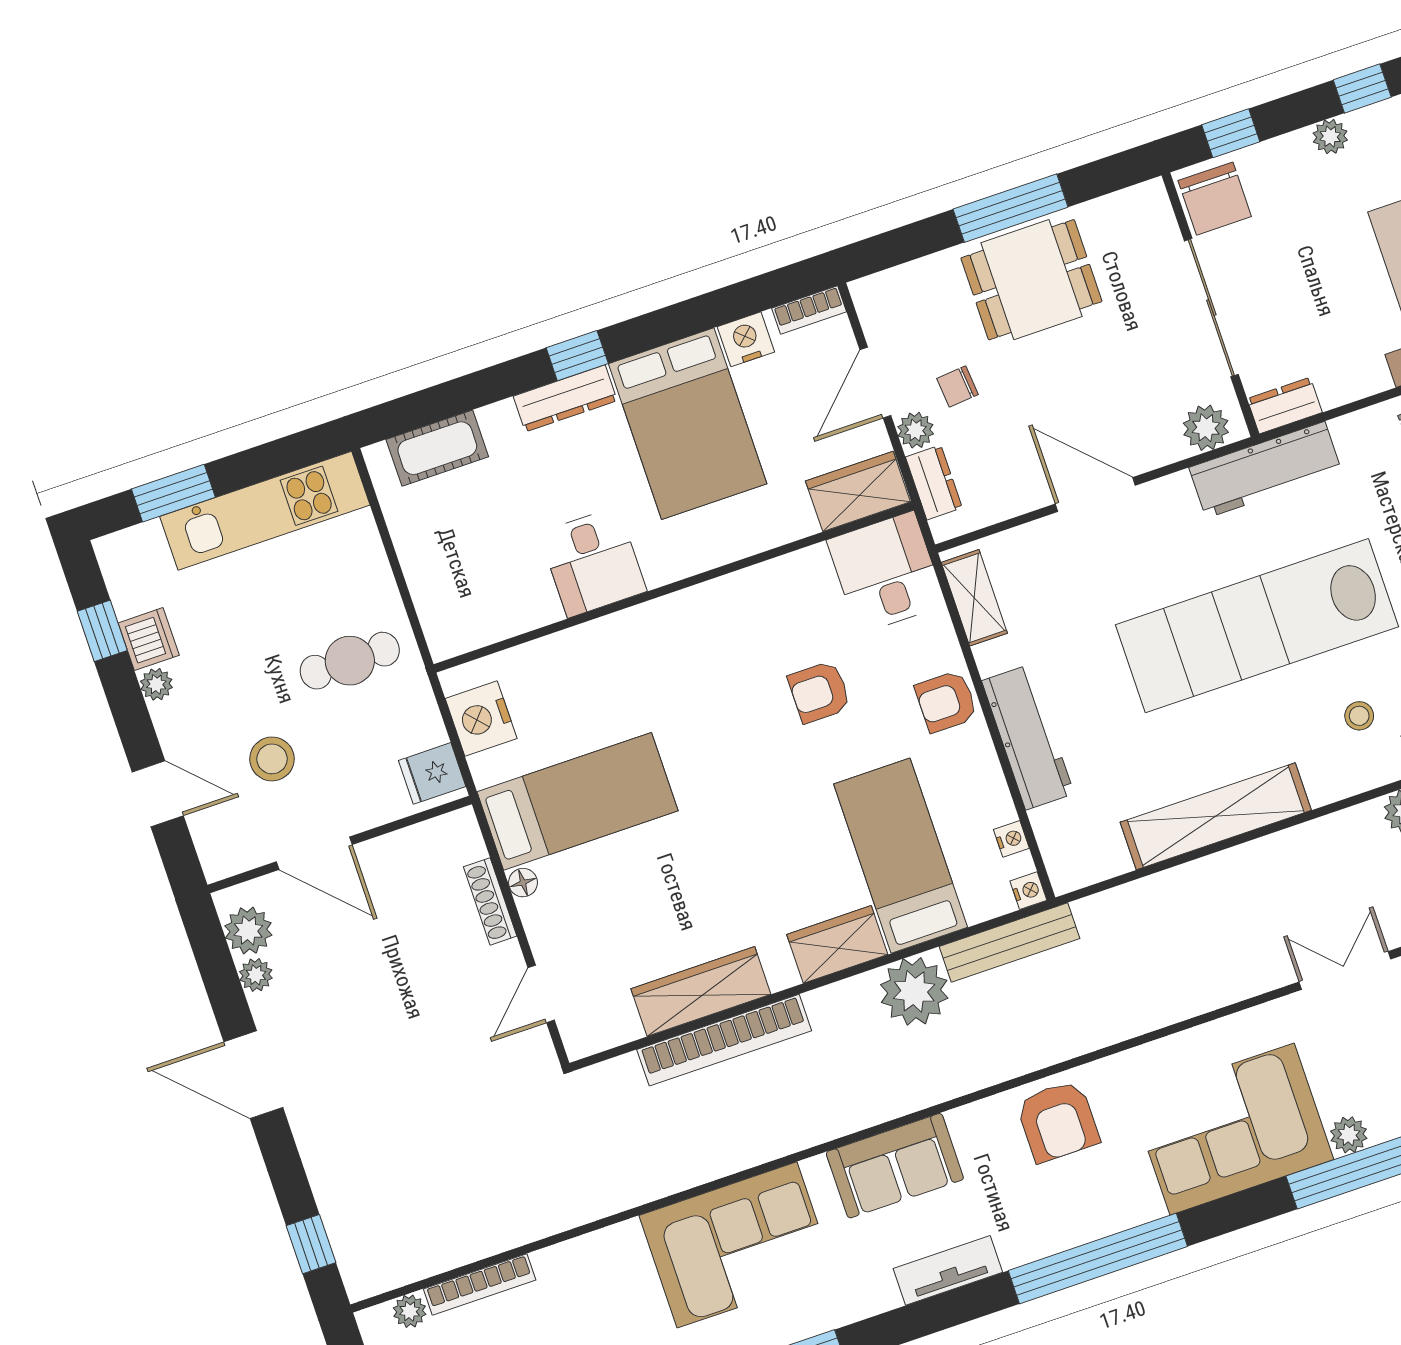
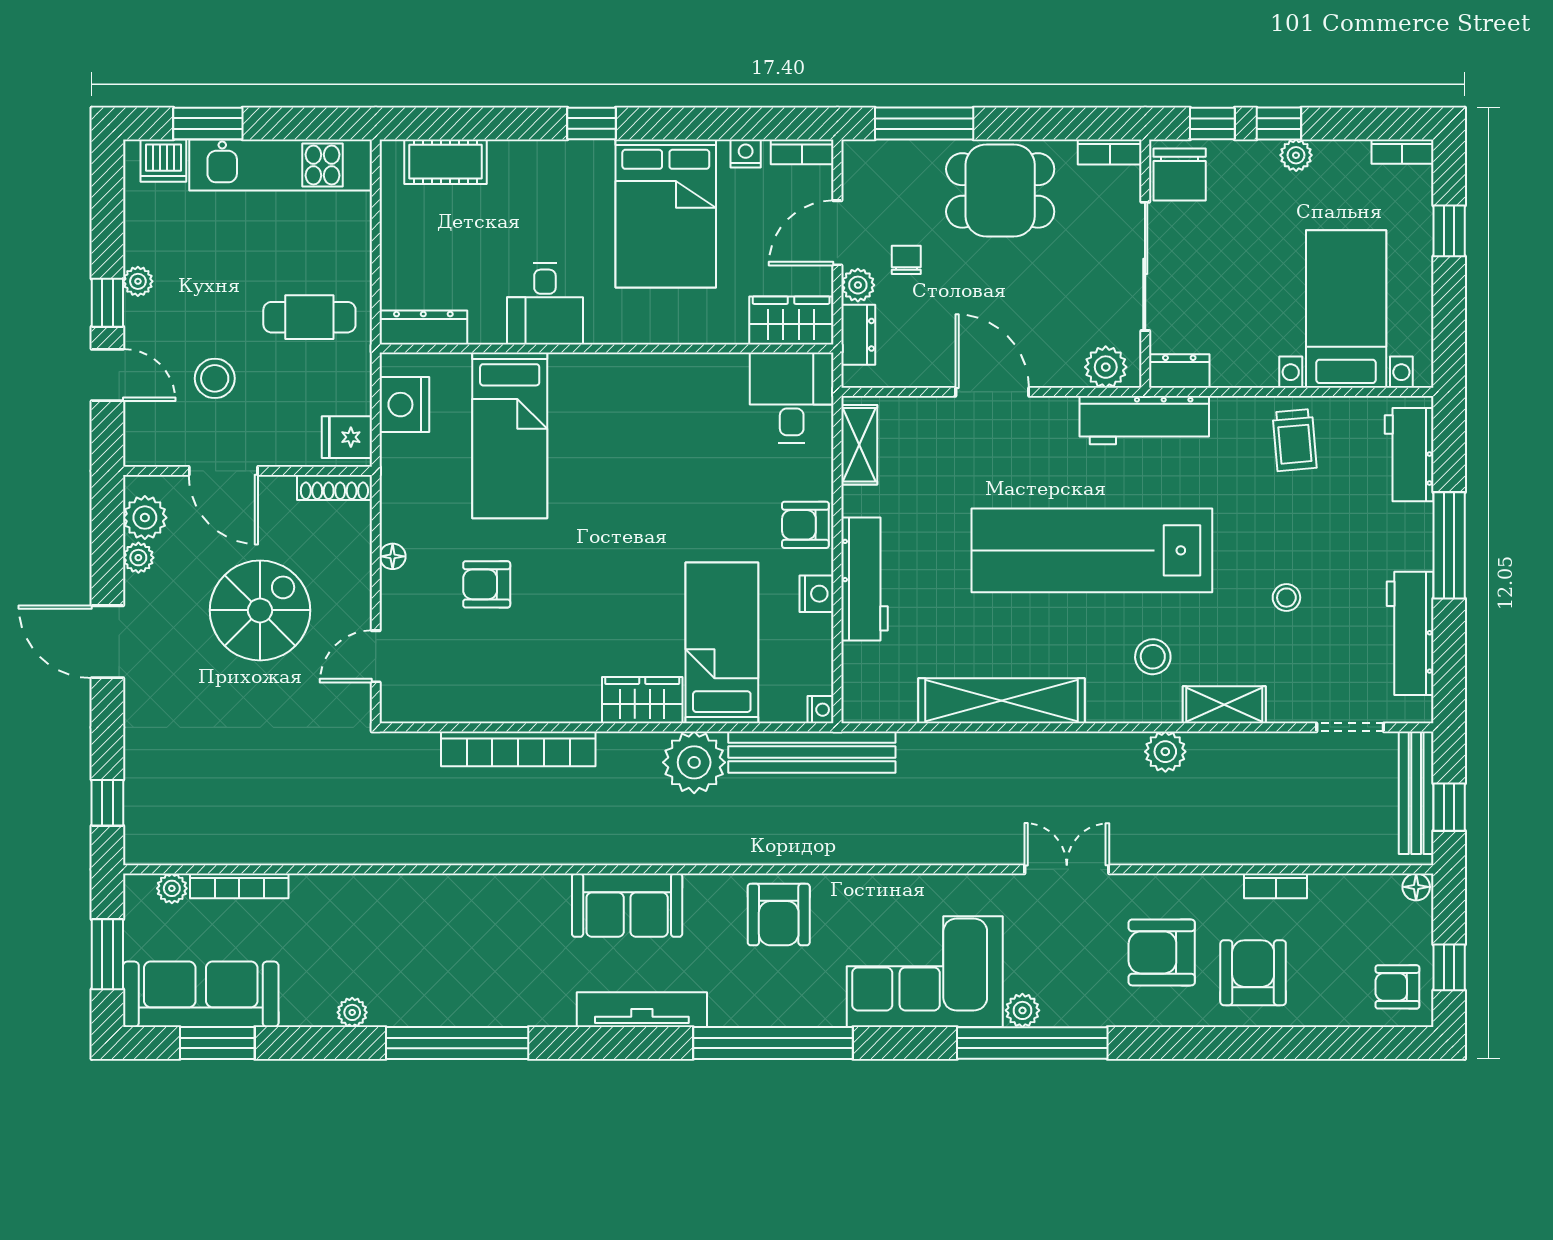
window: (1362, 88) -> (1279, 124), moved
bookcase: (1133, 200) -> (1110, 152), added
window: (1011, 208) -> (924, 124), moved
nightstand: (746, 339) -> (746, 153), width x0.72, depth x0.74
chair: (957, 386) -> (906, 260), turned 95
dresser: (565, 398) -> (423, 327), moved, turned 180
window: (102, 631) -> (107, 303), moved
dishwasher: (149, 639) -> (163, 161), moved, turned 90
armchair: (819, 692) -> (487, 584), moved
stool: (1359, 716) -> (1153, 657), width x1.37, depth x1.37
bed: (578, 801) -> (510, 435), moved, turned 90
nightstand: (1011, 839) -> (817, 594), moved, width x1.39, depth x1.35
shoe rack: (490, 901) -> (334, 487), moved, turned -90
bench: (1010, 942) -> (812, 752), width x1.37, depth x1.21
spiral stairs: (403, 987) -> (260, 610), added
wardrobe: (701, 991) -> (512, 701), removed
corner sofa: (737, 1245) -> (470, 927), removed
tv unit: (948, 1270) -> (642, 1010), width x1.41

